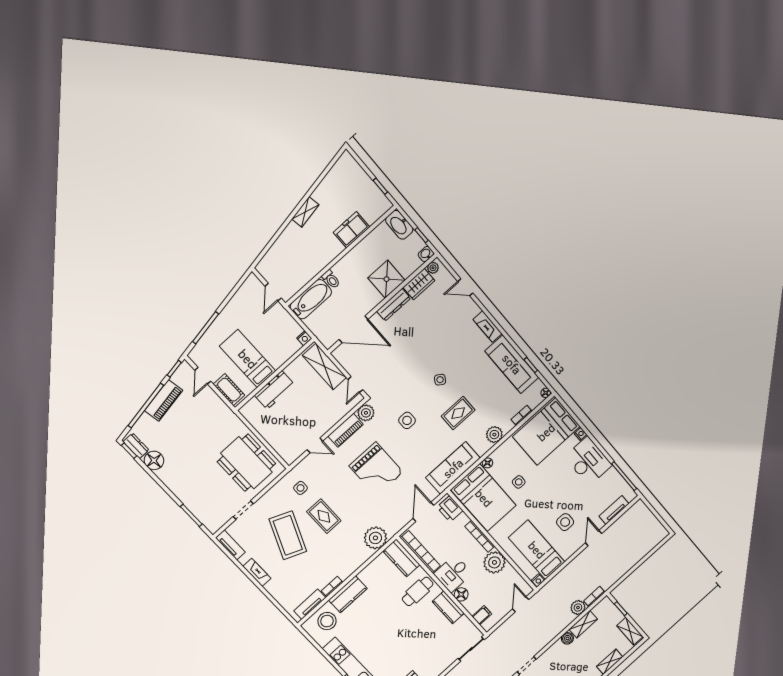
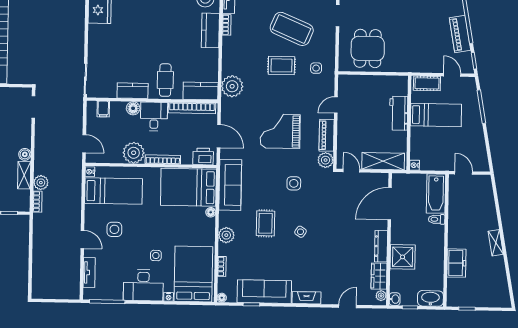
dining table: (246, 463) -> (368, 48), width x0.73
side table: (519, 482) -> (156, 256), moved

